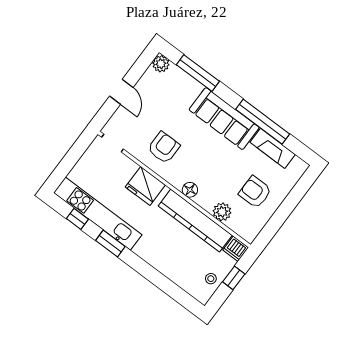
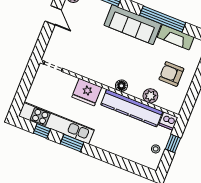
door: (121, 92) -> (53, 15), moved
armchair: (164, 147) -> (93, 59), removed

